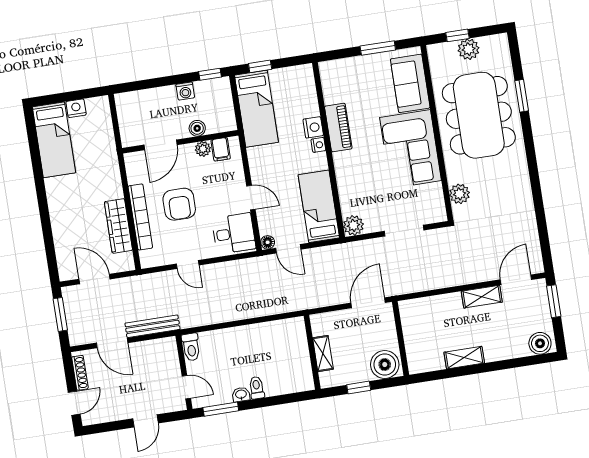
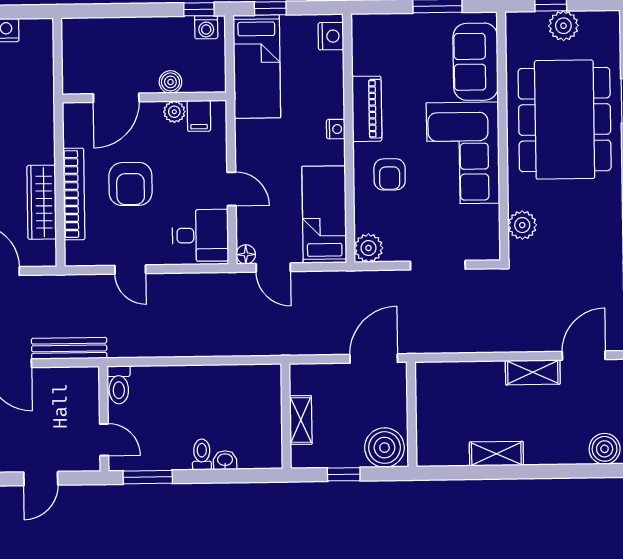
washing machine: (185, 91) -> (206, 27), moved
nightstand: (313, 127) -> (331, 36), moved
armchair: (361, 171) -> (390, 174), added
washbasin: (241, 395) -> (225, 460), moved

